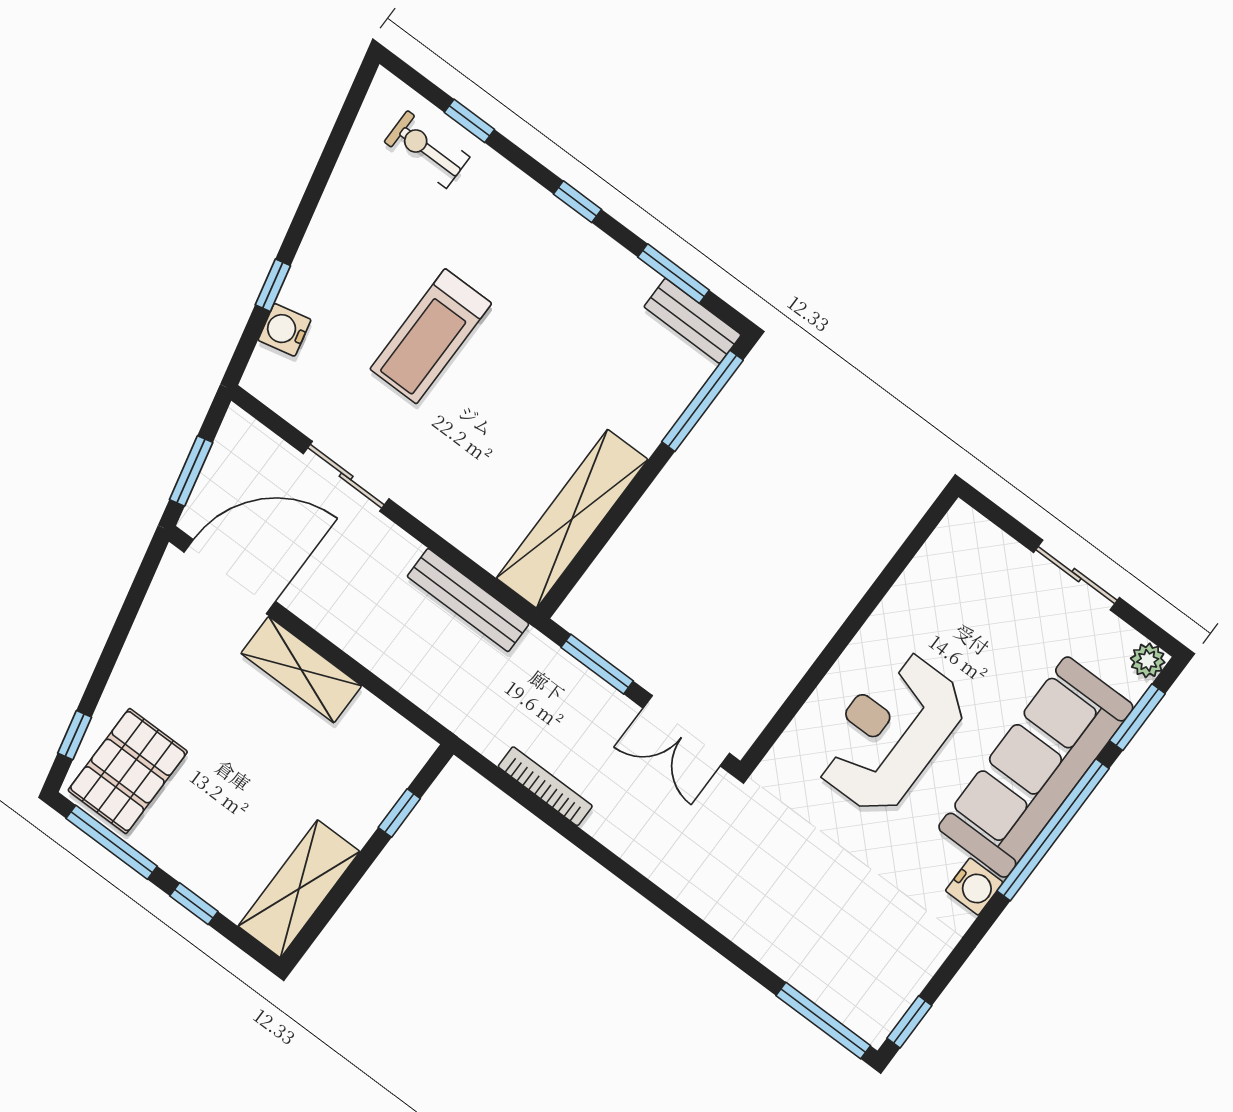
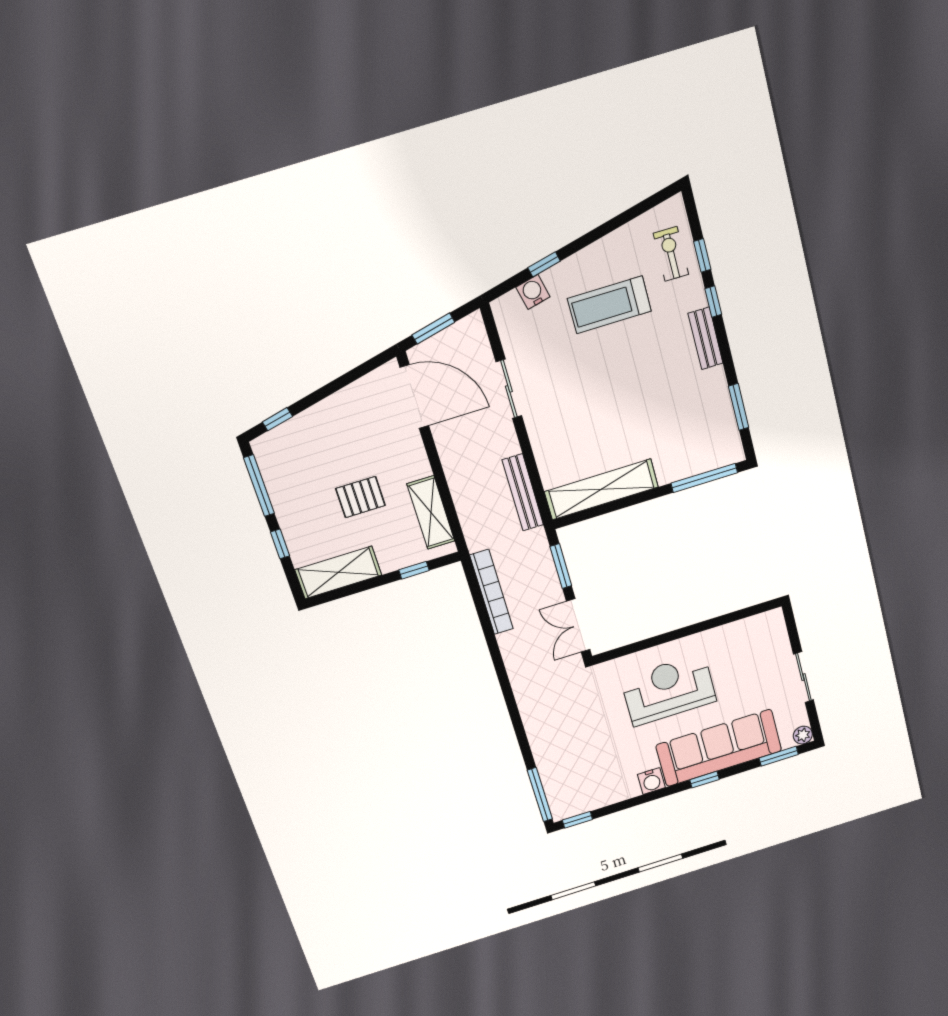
window: (577, 202) -> (713, 302), moved
bench: (692, 321) -> (706, 338), moved
treadmill: (431, 336) -> (609, 305), moved
shelving: (301, 670) -> (431, 512), moved
pallet: (128, 771) -> (361, 497), moved, width x0.67, depth x0.71
bookcase: (545, 786) -> (492, 592), width x1.48, depth x1.31
window: (1053, 830) -> (704, 780), width x0.32

